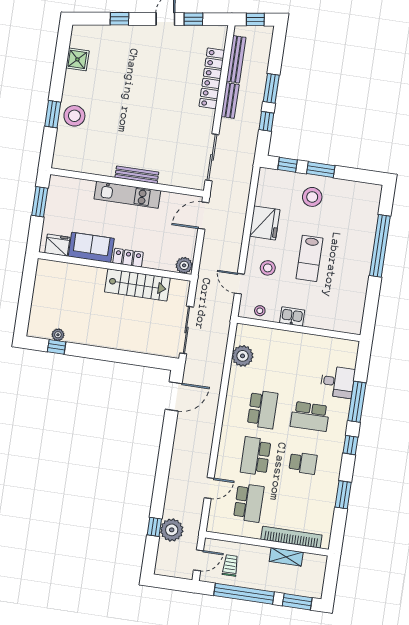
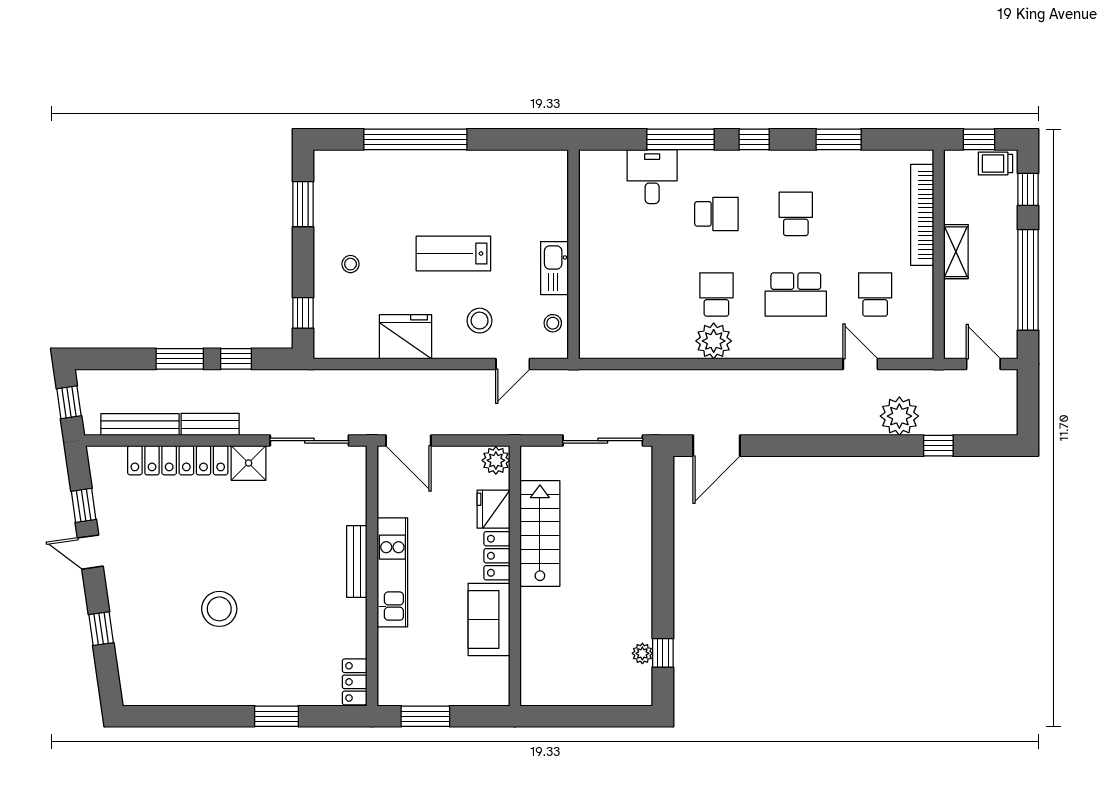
shower: (77, 59) -> (249, 463), moved
stool: (74, 116) -> (219, 609), moved
locker: (66, 163) -> (355, 682), added
window: (321, 170) -> (303, 204), moved
stool: (312, 197) -> (351, 264), width x0.53, depth x0.53
fridge: (57, 245) -> (493, 509), moved
lab bench: (309, 258) -> (453, 253), turned 180
kitchen sink: (292, 317) -> (555, 268), width x1.38
plant: (243, 356) -> (714, 341), moved
door: (174, 396) -> (717, 446), swing flipped
school desk: (263, 409) -> (716, 294), width x0.54
school desk: (310, 416) -> (716, 214), width x0.54
school desk: (249, 503) -> (875, 294), width x0.54
plant: (172, 530) -> (899, 416), moved
shelving: (286, 557) -> (956, 252), moved
trolley: (230, 565) -> (995, 164), moved
window: (331, 577) -> (979, 139), added
window: (297, 602) -> (1028, 189), width x0.67

